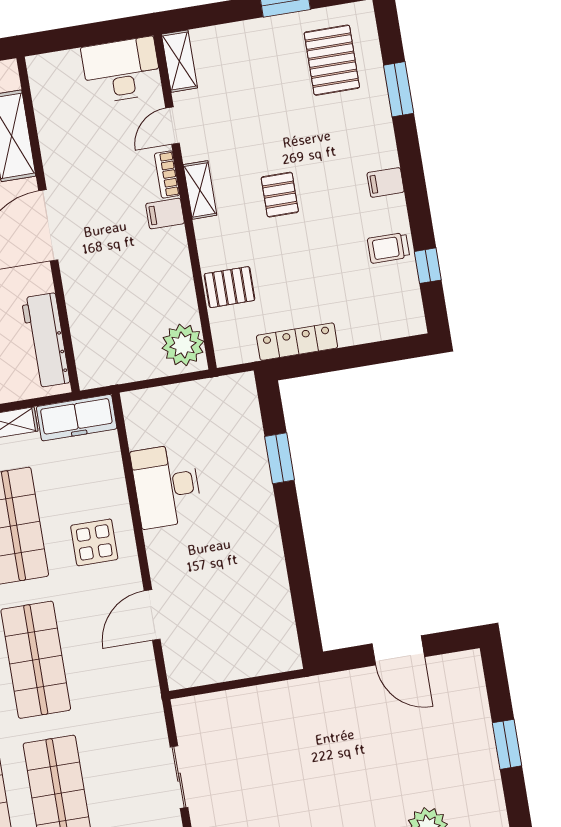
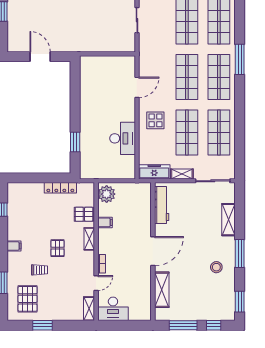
shelving: (200, 190) -> (89, 239), moved
filing cabinet: (165, 214) -> (105, 222), moved
trolley: (388, 248) -> (40, 270), moved

